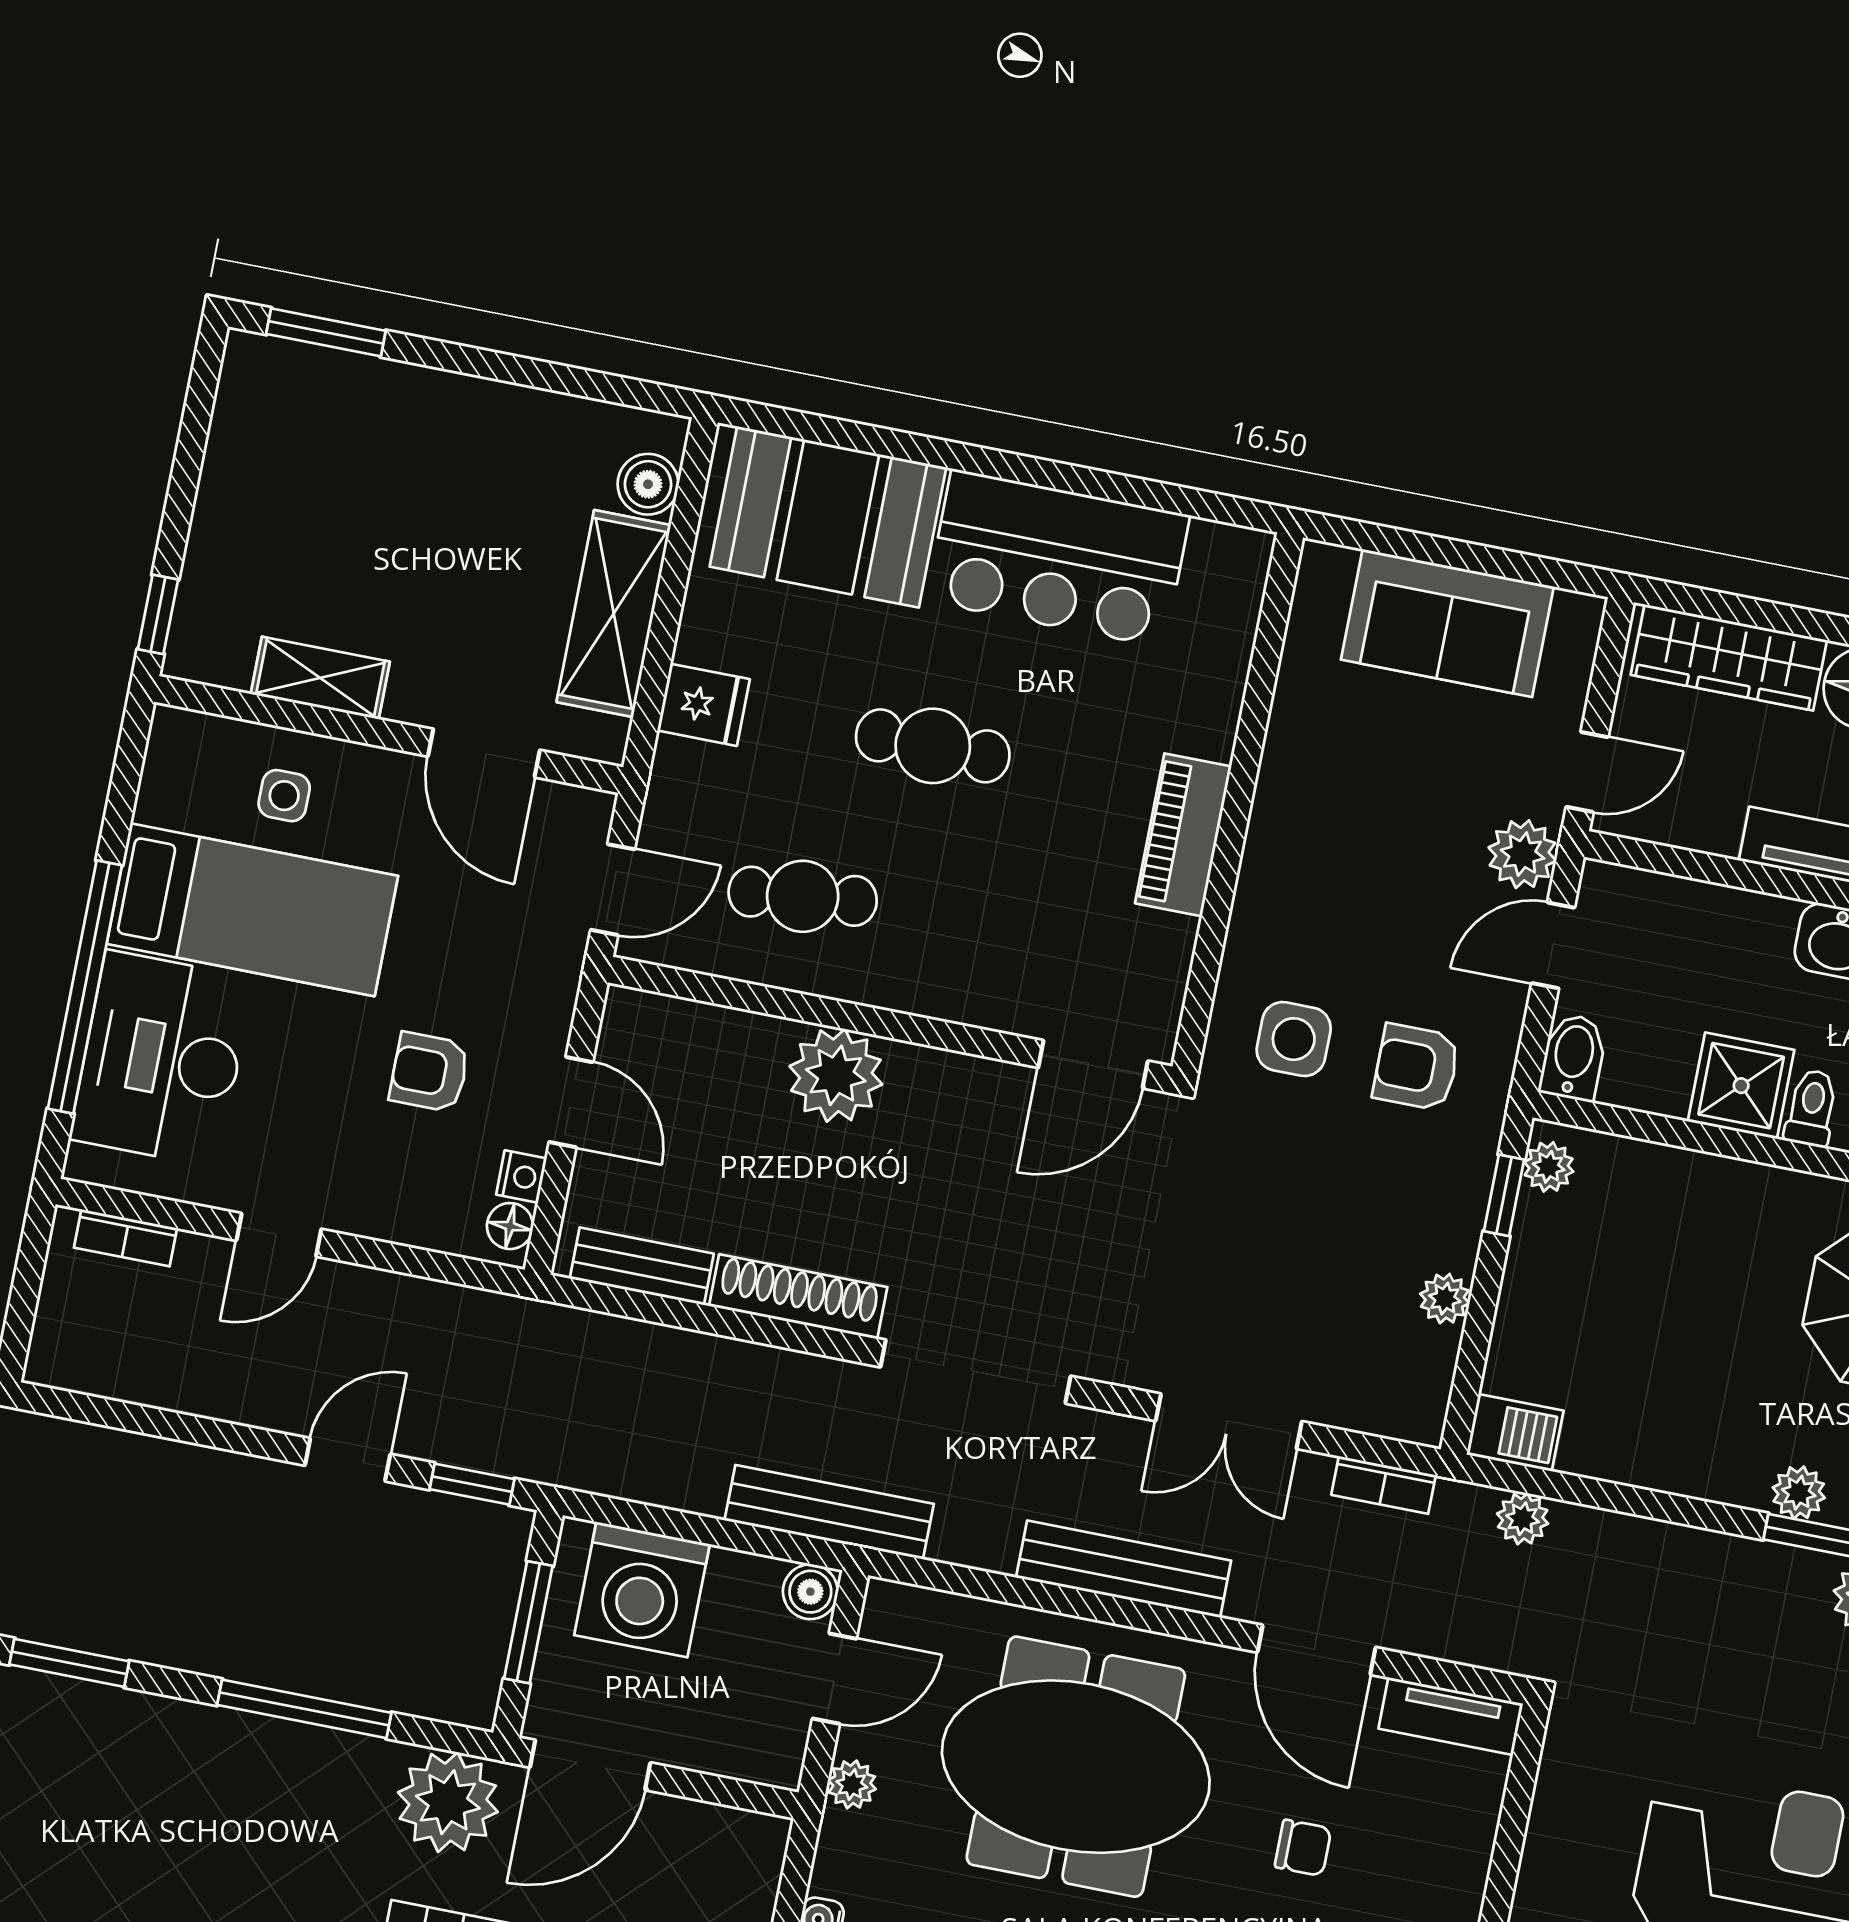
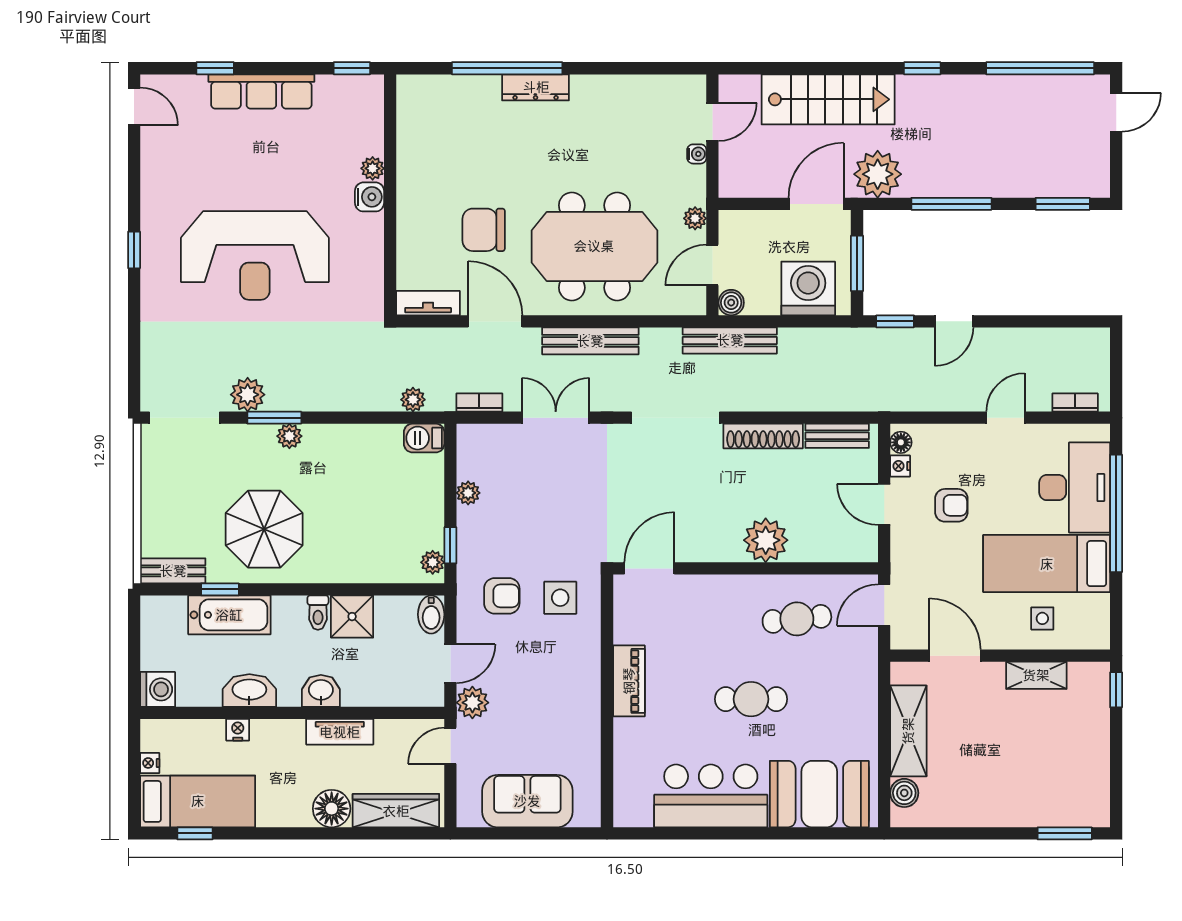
fridge: (704, 705) -> (859, 697), removed
chair: (1303, 1848) -> (484, 230), width x1.87, depth x1.87

